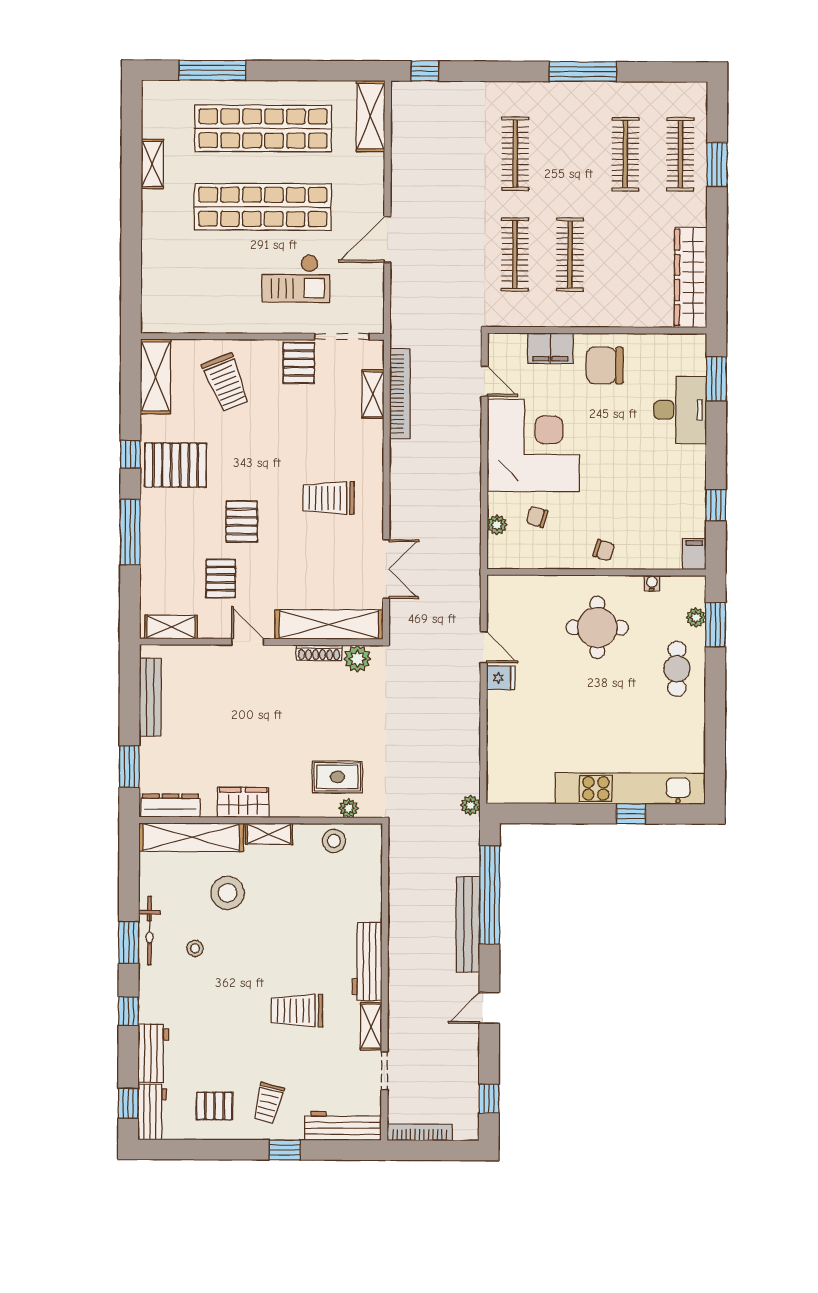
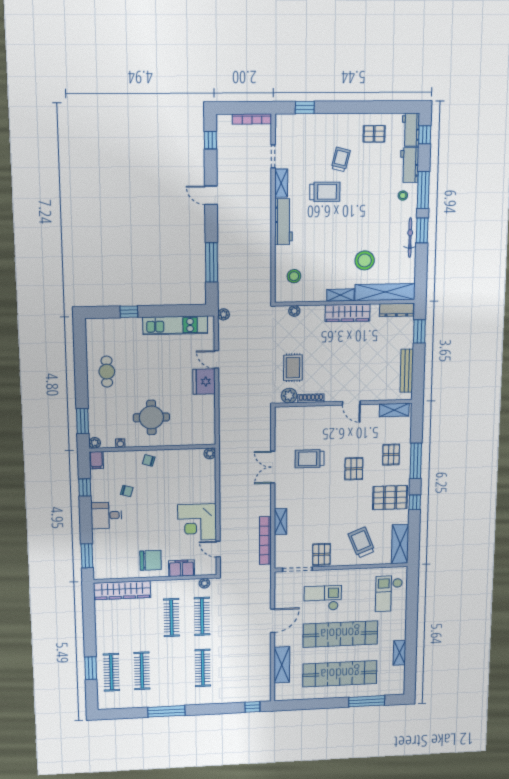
shelving: (371, 116) -> (282, 665), moved
wardrobe: (691, 277) -> (122, 590), moved, turned 90
checkout: (174, 282) -> (389, 594), added
plant: (510, 318) -> (204, 583), added
shelving: (373, 394) -> (280, 522), moved
desk: (680, 410) -> (106, 515), moved, width x0.73
corner desk: (533, 445) -> (197, 522), width x0.74, depth x0.74
trolley: (328, 498) -> (310, 459), moved, turned 180
chair: (537, 517) -> (127, 491), moved
plant: (497, 525) -> (210, 453), moved
double door: (386, 569) -> (273, 467), moved
pallet: (221, 579) -> (391, 455), moved
plant: (696, 617) -> (95, 443), moved
shelving: (329, 625) -> (305, 414), removed
door: (484, 647) -> (216, 359), moved
cafe table: (677, 669) -> (107, 372), moved
fridge: (501, 678) -> (204, 382), width x1.88, depth x1.34
rug: (337, 777) -> (293, 368), moved, turned 90
kitchen unit: (630, 789) -> (175, 325), moved, width x0.73
wardrobe: (243, 802) -> (348, 313), width x1.50
stool: (334, 841) -> (294, 276), moved
window: (490, 895) -> (212, 262), width x0.68
bench: (468, 924) -> (224, 245), removed
stool: (195, 948) -> (403, 196), moved
door: (489, 1008) -> (211, 195), swing flipped
window: (128, 1011) -> (423, 190), width x2.17
trolley: (268, 1103) -> (341, 159), moved
workbench: (343, 1126) -> (298, 122), removed
window: (285, 1150) -> (305, 108), moved

